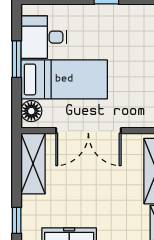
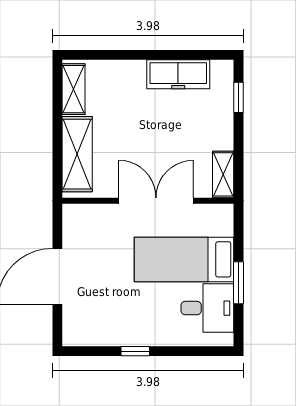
floor lamp: (31, 111) -> (222, 223), removed
shelving: (33, 164) -> (223, 174), width x0.67, depth x0.75

